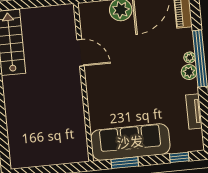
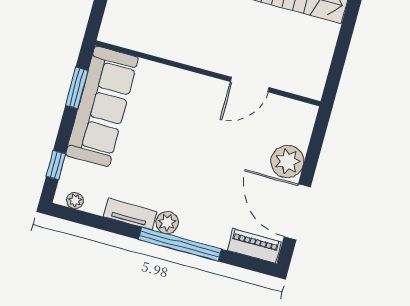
plant: (190, 57) -> (75, 201), moved
tv unit: (194, 111) -> (130, 214), moved

